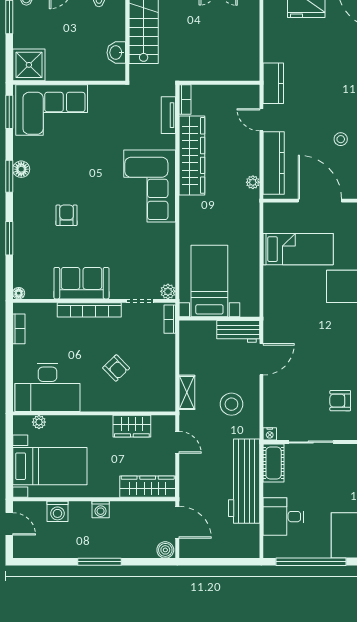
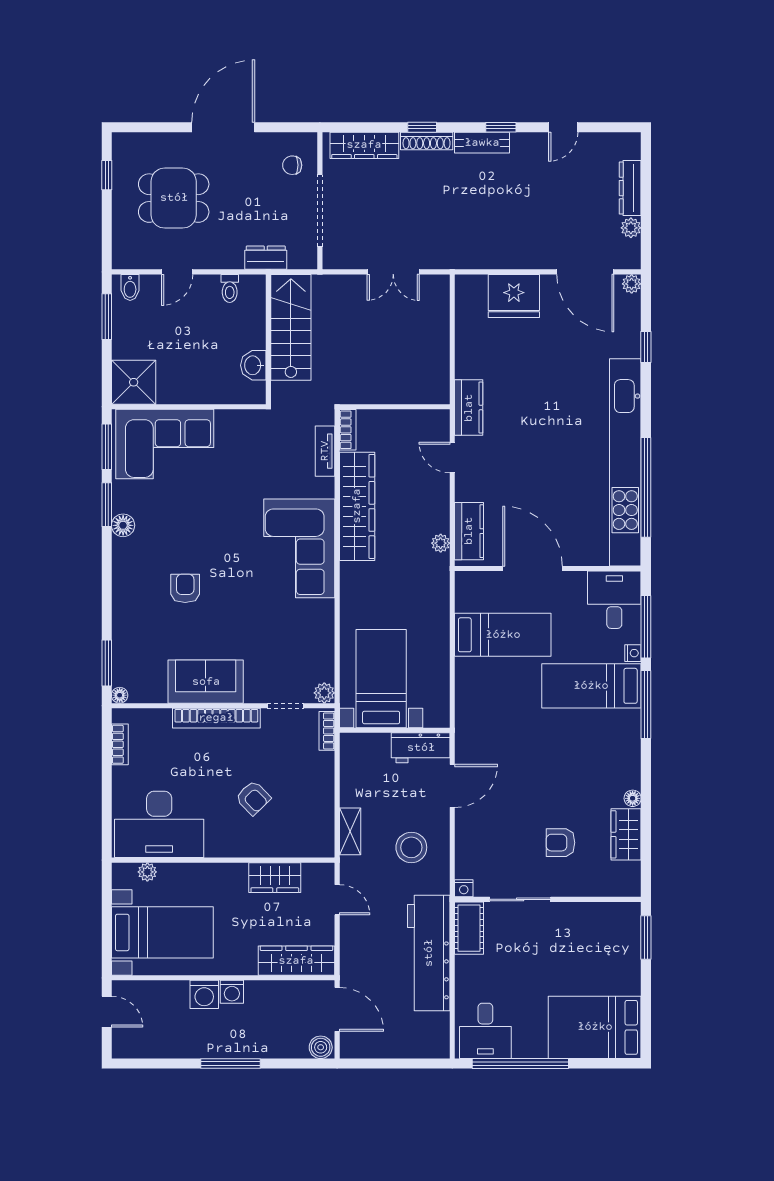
stool: (341, 139) -> (561, 484), removed
kitchen counter: (274, 163) -> (469, 531), width x0.67
window: (9, 176) -> (107, 505), moved
window: (9, 238) -> (107, 663), moved
washing machine: (57, 511) -> (204, 994), moved
desk: (283, 517) -> (485, 1031), moved, turned -90

